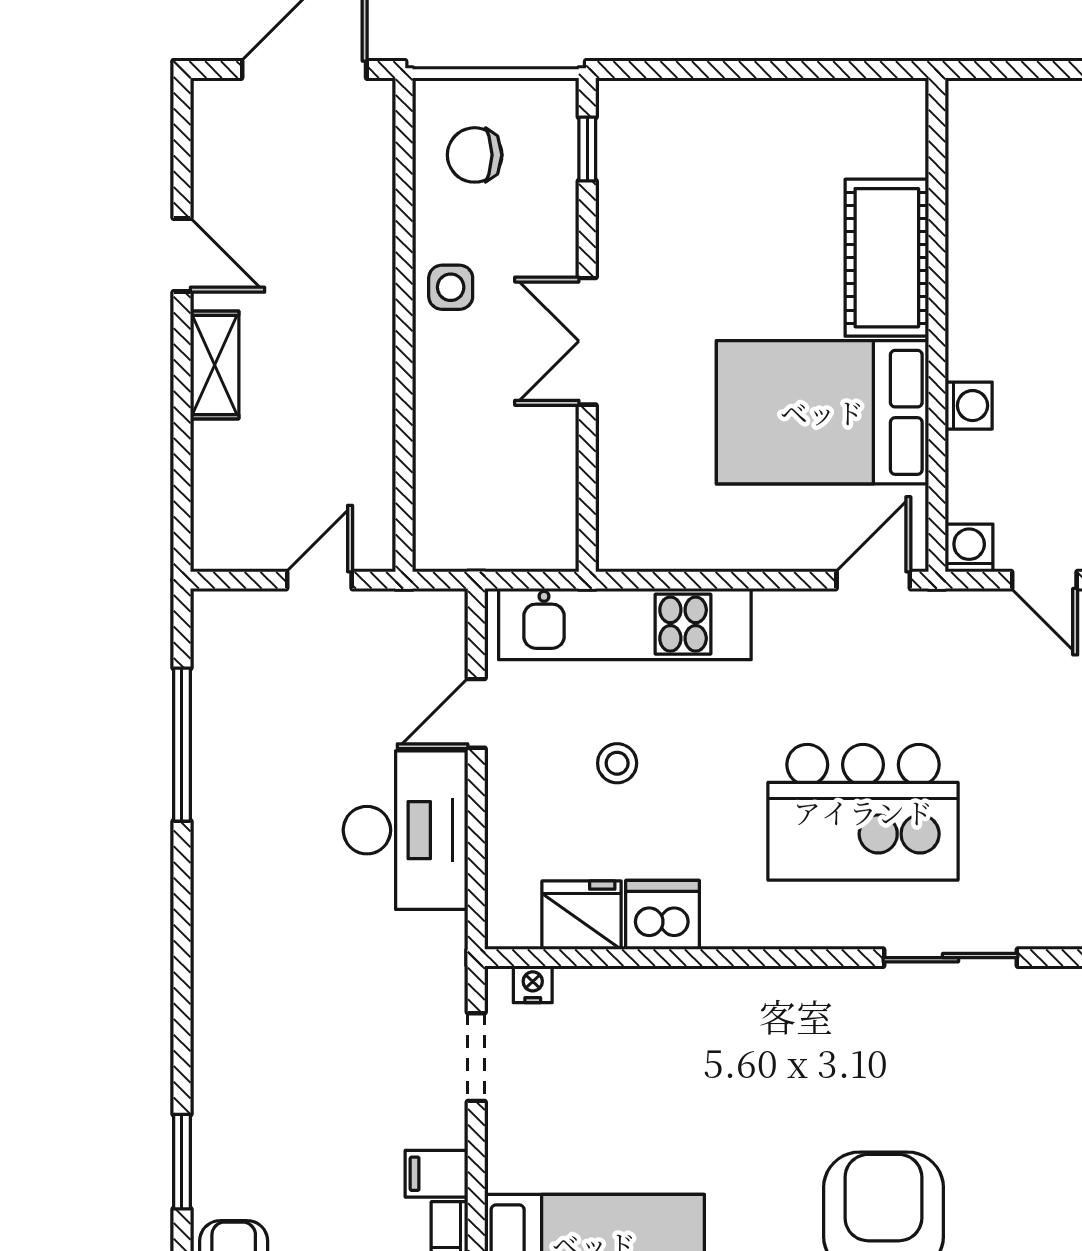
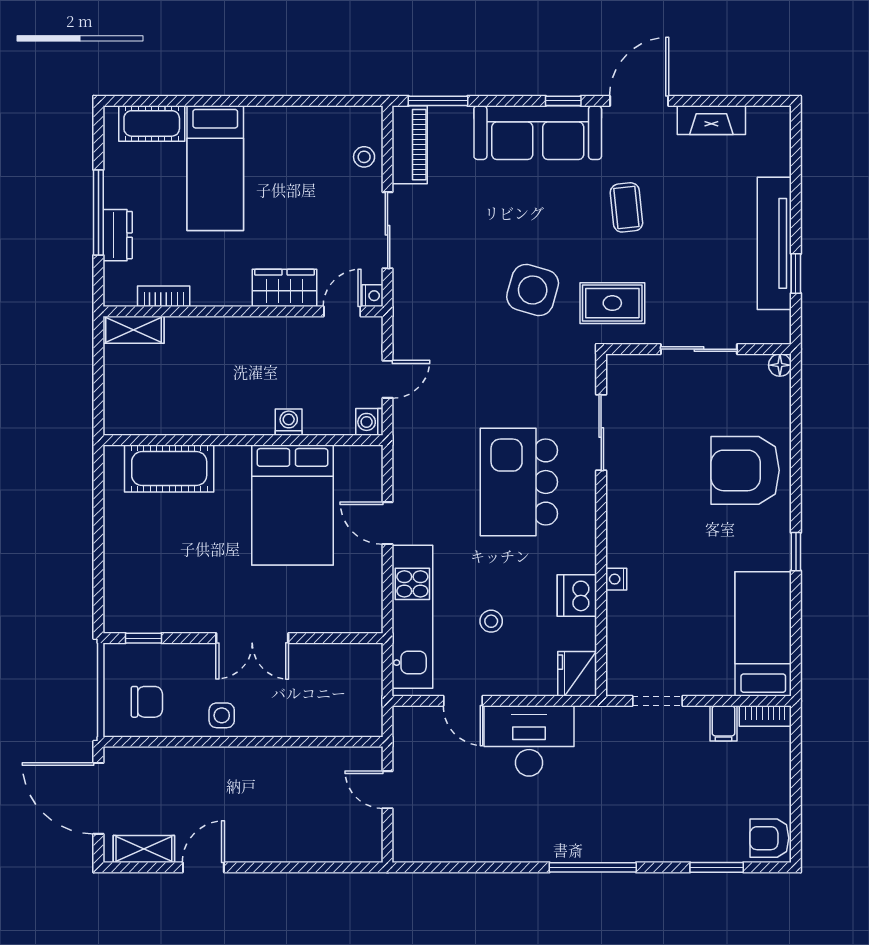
chair: (475, 155) -> (147, 702), turned -90
cot: (887, 258) -> (169, 469), moved
shelving: (215, 365) -> (144, 849), moved
door: (873, 580) -> (388, 523), moved
window: (182, 745) -> (593, 867), moved
kitchen island: (863, 812) -> (519, 482), turned 180
fridge: (582, 915) -> (577, 674), moved
nightstand: (533, 984) -> (616, 579), moved

